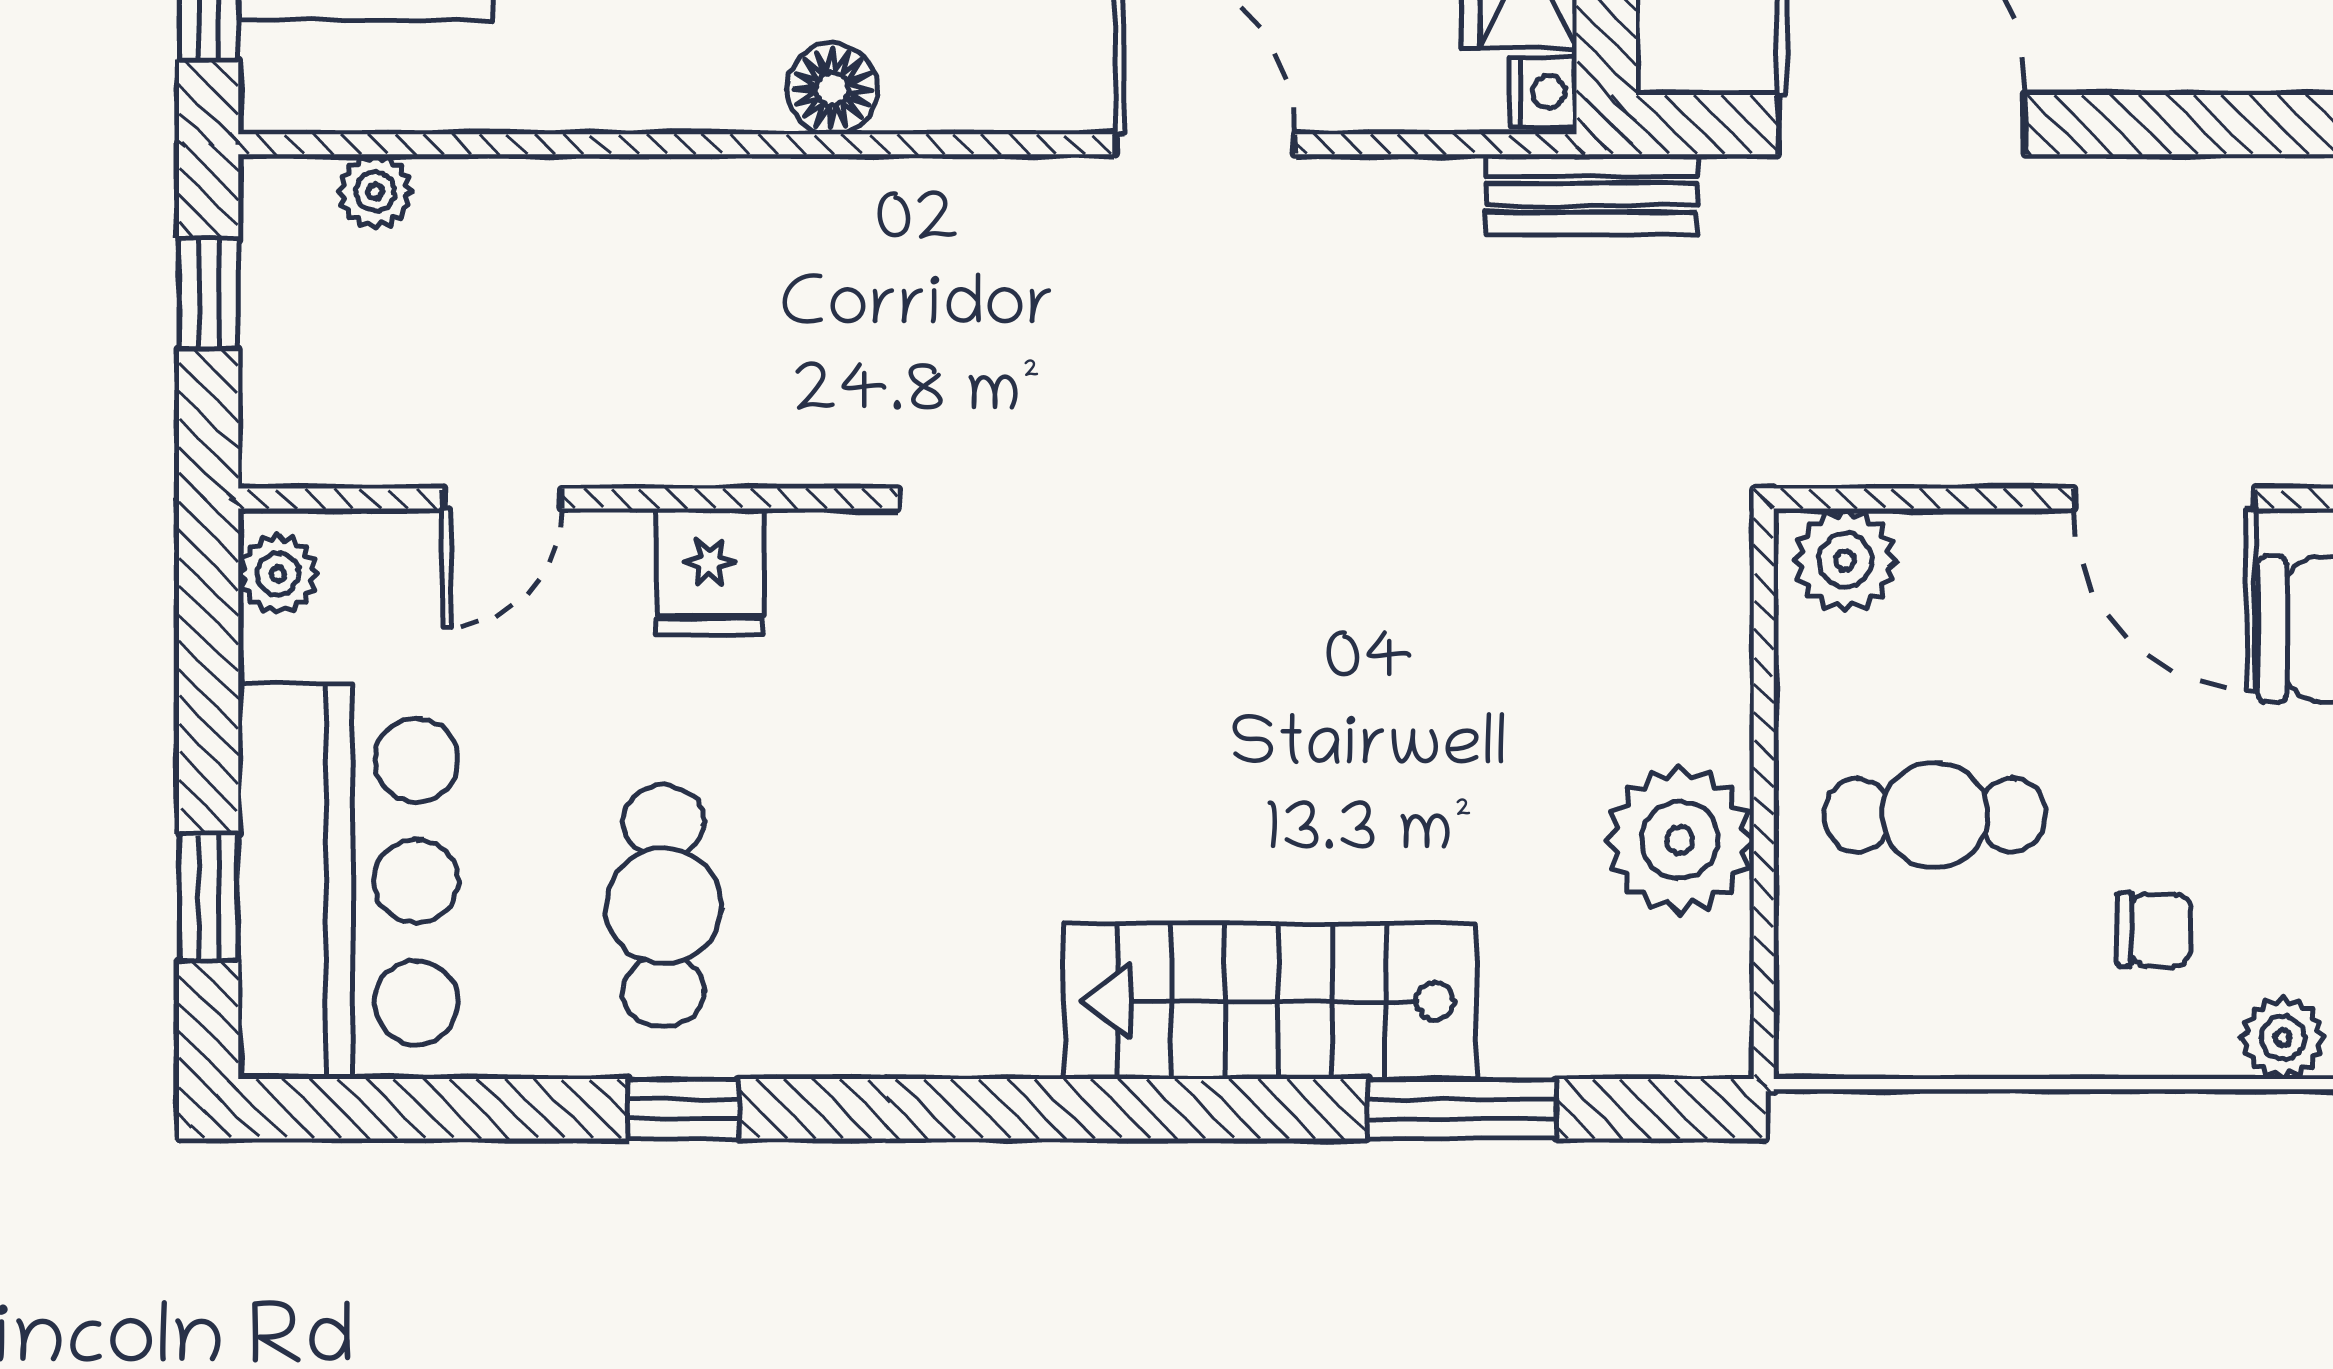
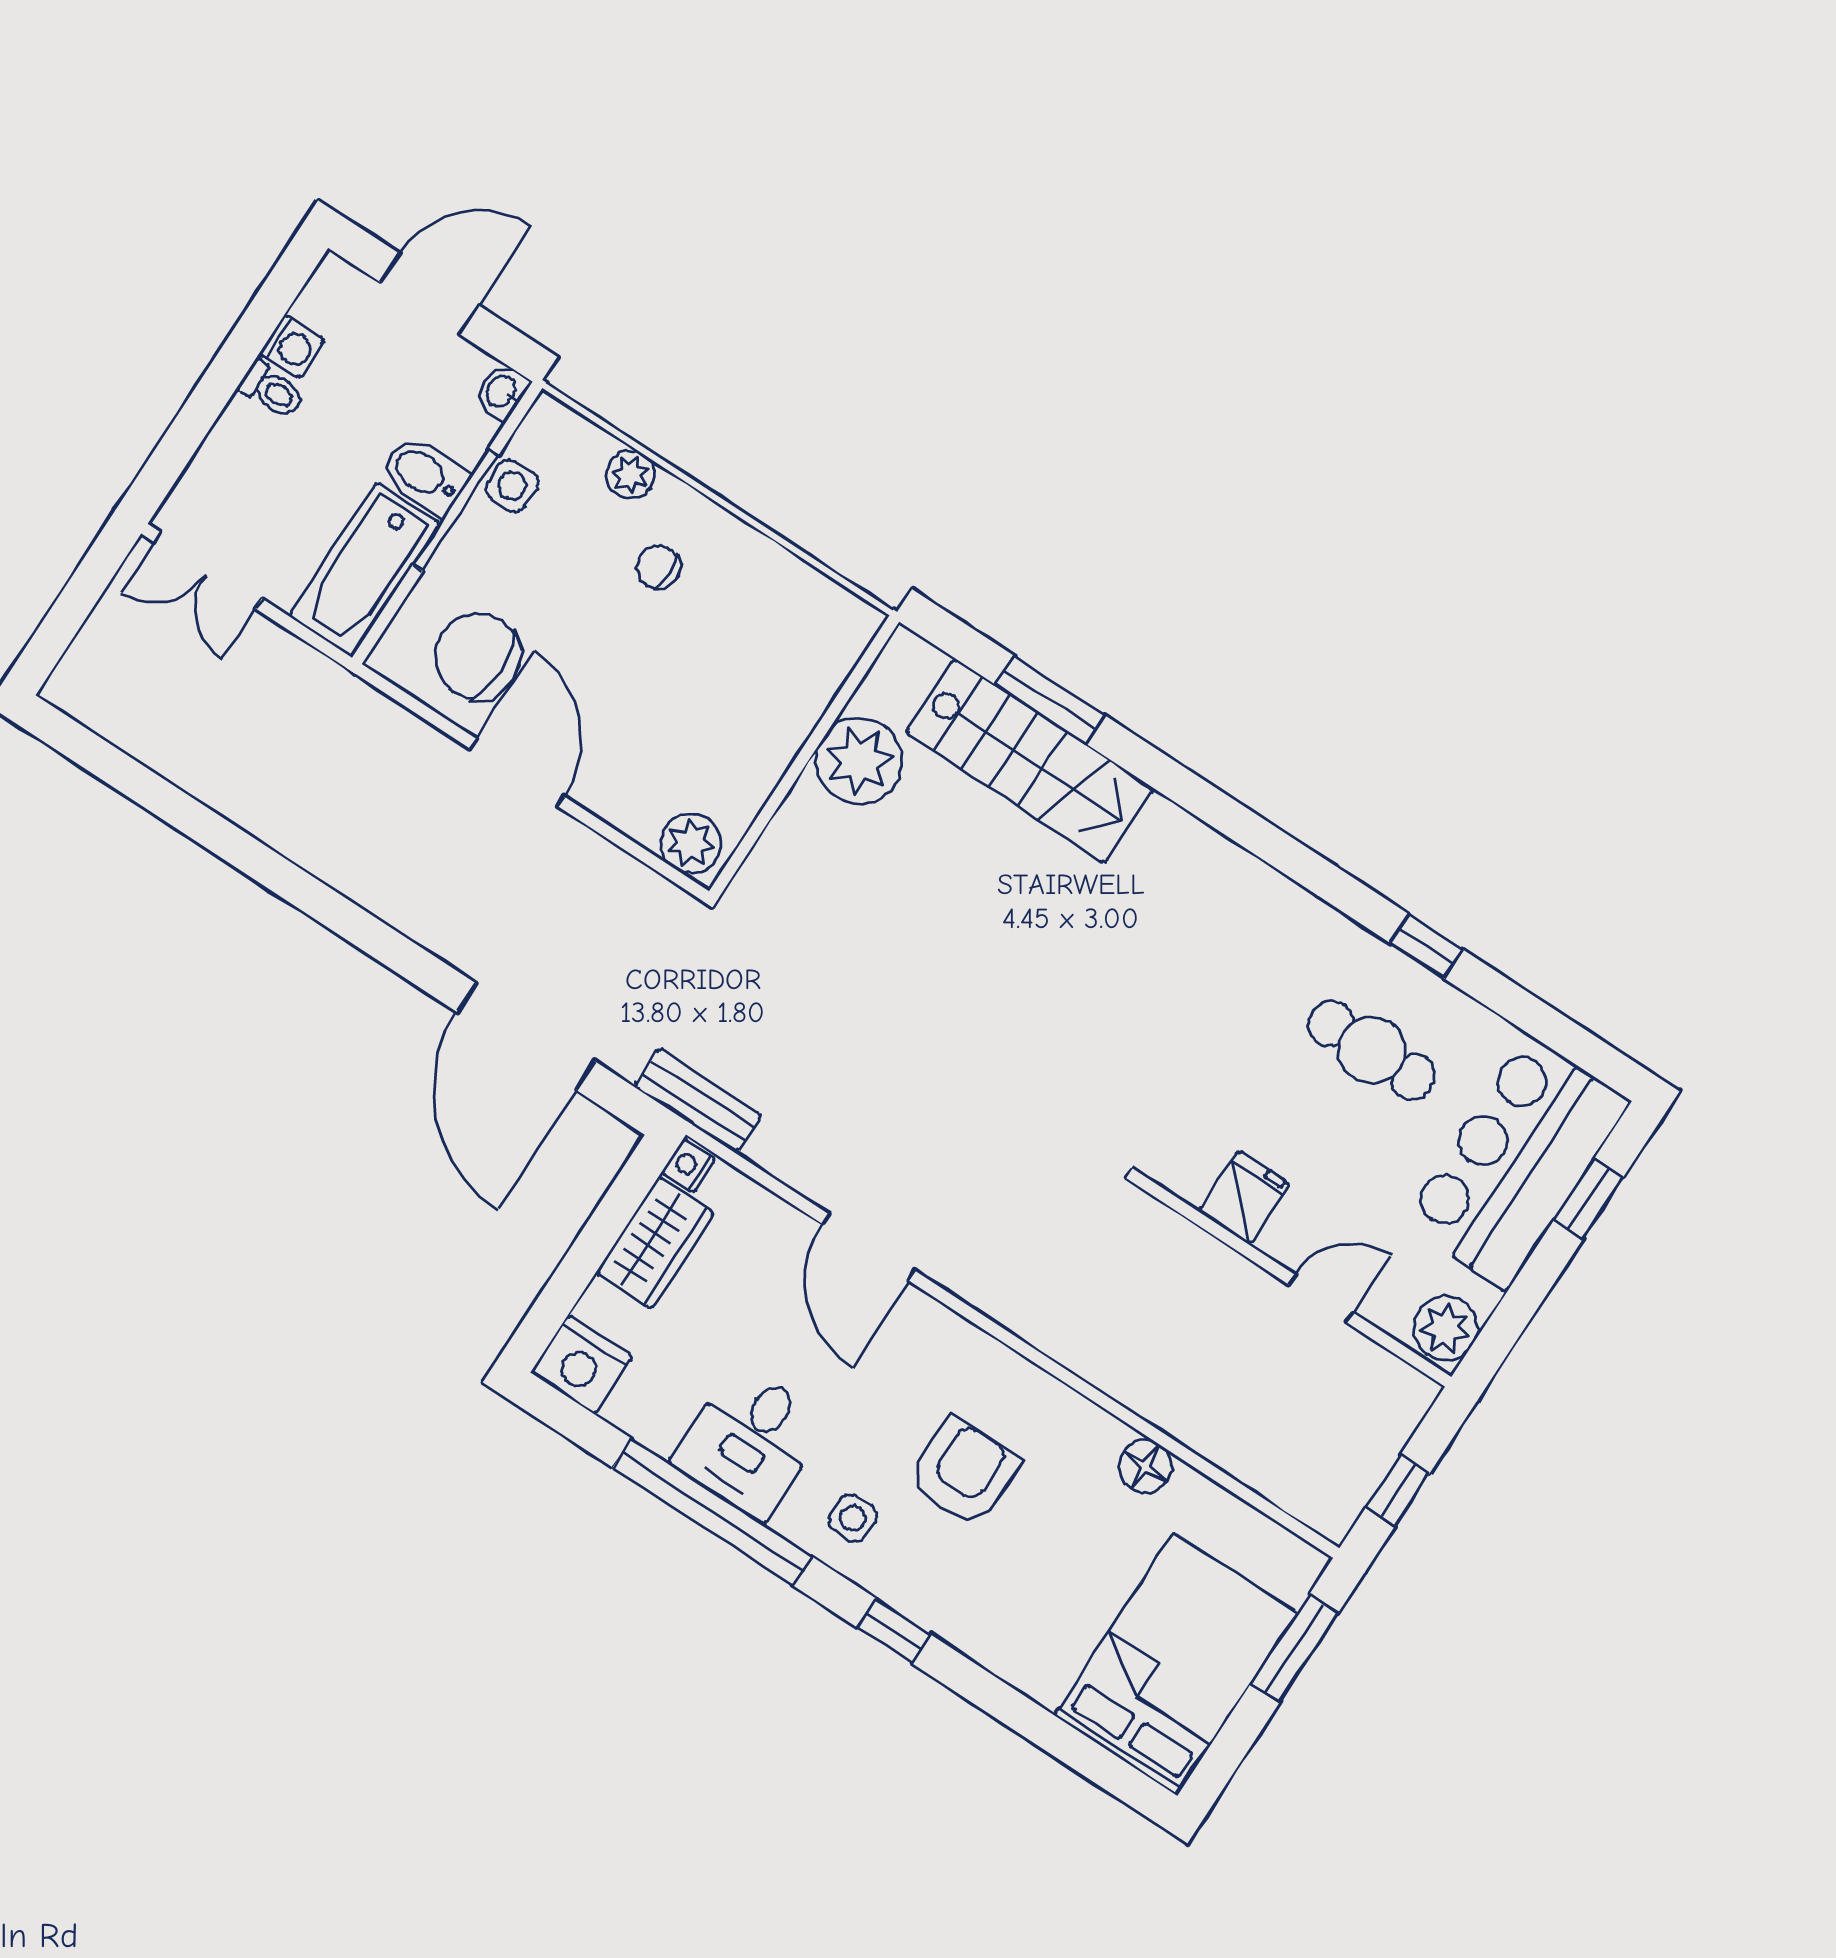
floor lamp: (832, 89) -> (1145, 1467), moved
plant: (375, 191) -> (1285, 1487), removed
plant: (278, 574) -> (1446, 1328), width x1.38, depth x1.38
cafe table: (1935, 815) -> (728, 692), removed
cafe table: (663, 906) -> (1372, 1050), turned 90
stairs: (1270, 1001) -> (1030, 761), moved

